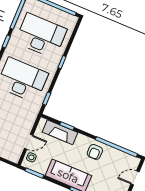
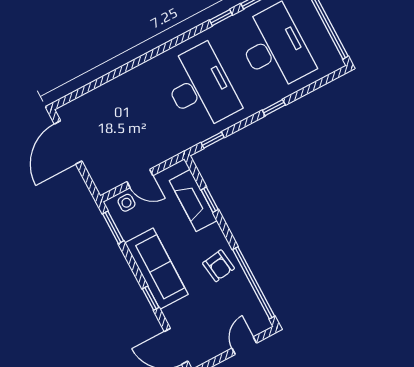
armchair: (95, 152) -> (219, 266), turned -98
door: (135, 178) -> (244, 346), hinge flipped

